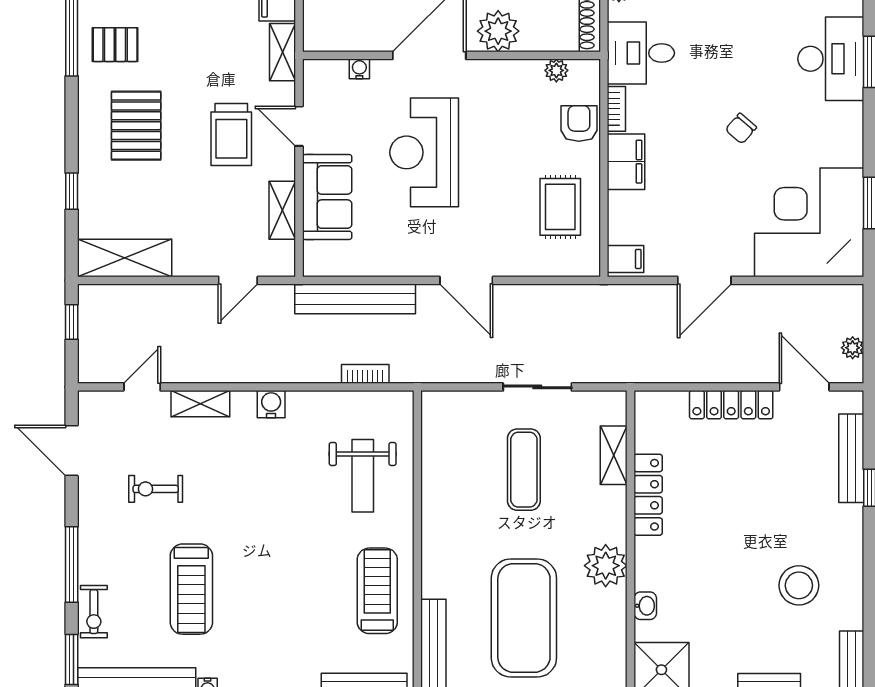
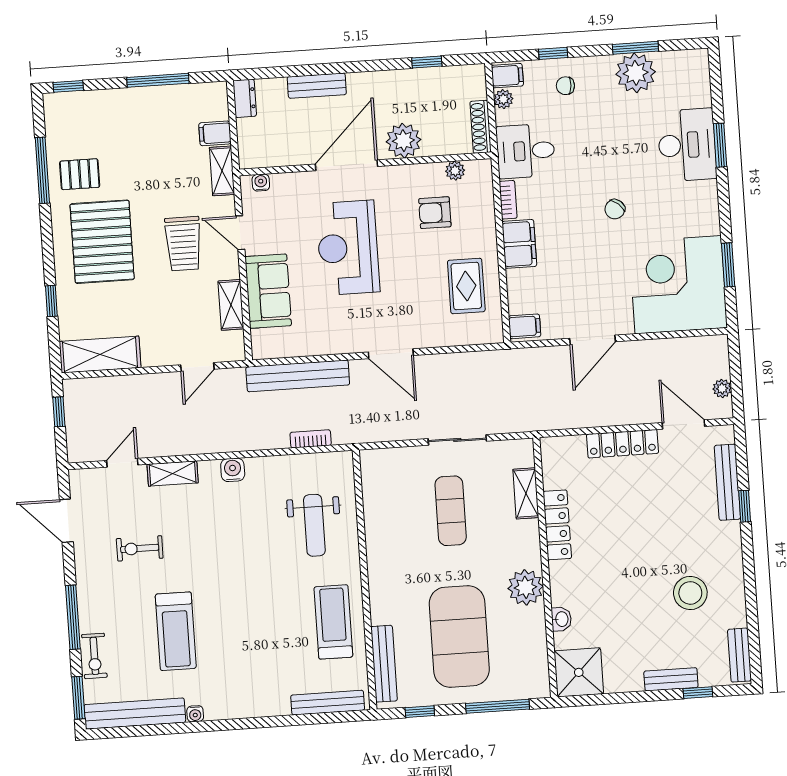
water cooler: (359, 69) -> (261, 183), moved
armchair: (579, 123) -> (435, 213), moved, turned -90
pallet: (136, 126) -> (102, 242), width x1.37, depth x1.41

